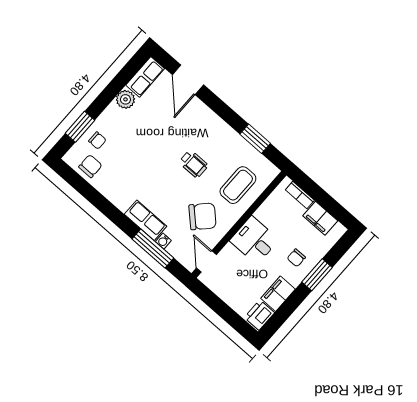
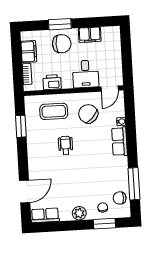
plant: (125, 99) -> (79, 213), moved
desk: (254, 240) -> (86, 74), moved
window: (153, 249) -> (134, 184), moved
chair: (296, 258) -> (62, 44), width x1.87, depth x1.87
printer: (259, 315) -> (52, 82), moved, turned 180

